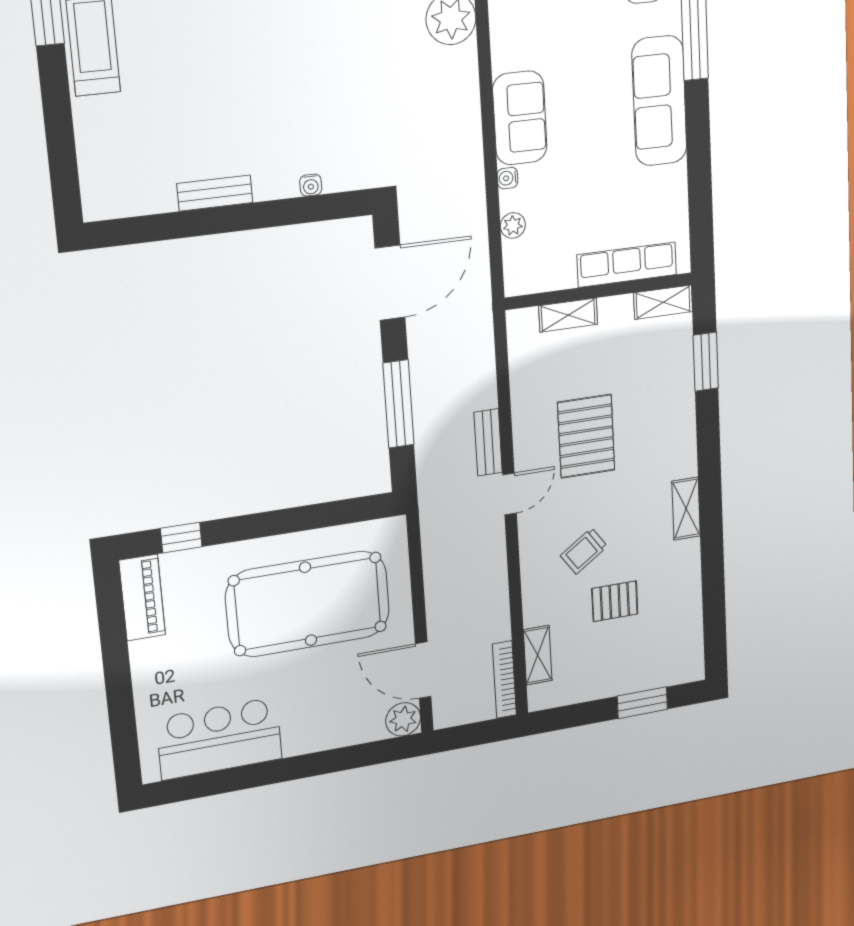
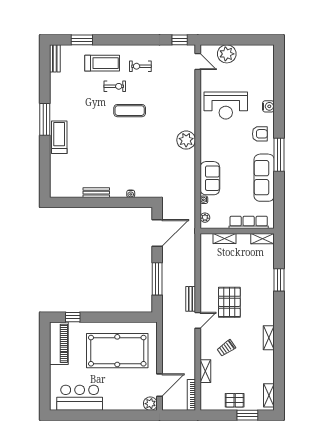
row of seats: (627, 265) -> (249, 222), moved
wall: (599, 291) -> (237, 231), moved
shelving: (663, 302) -> (263, 239), moved
shelving: (568, 315) -> (225, 239), moved
piano: (142, 598) -> (59, 343), width x1.37, depth x1.33
pallet: (615, 601) -> (235, 400), moved
shelving: (691, 647) -> (269, 395), added
shelving: (538, 655) -> (205, 371), moved
door: (423, 670) -> (160, 385), swing flipped

